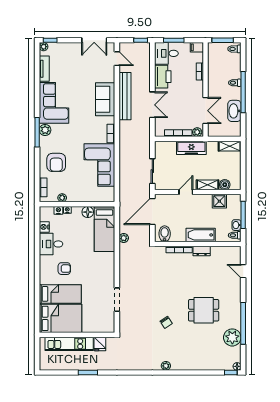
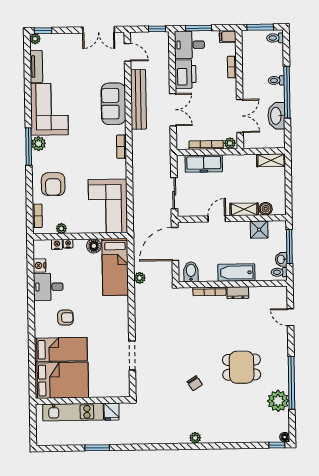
freezer: (191, 148) -> (204, 163), moved
corner sofa: (99, 165) -> (108, 206), moved

